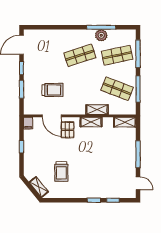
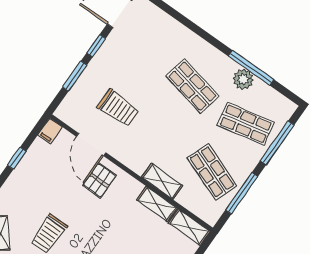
shop shelf: (80, 55) -> (192, 86), turned 30
shelving: (91, 122) -> (157, 204), moved

